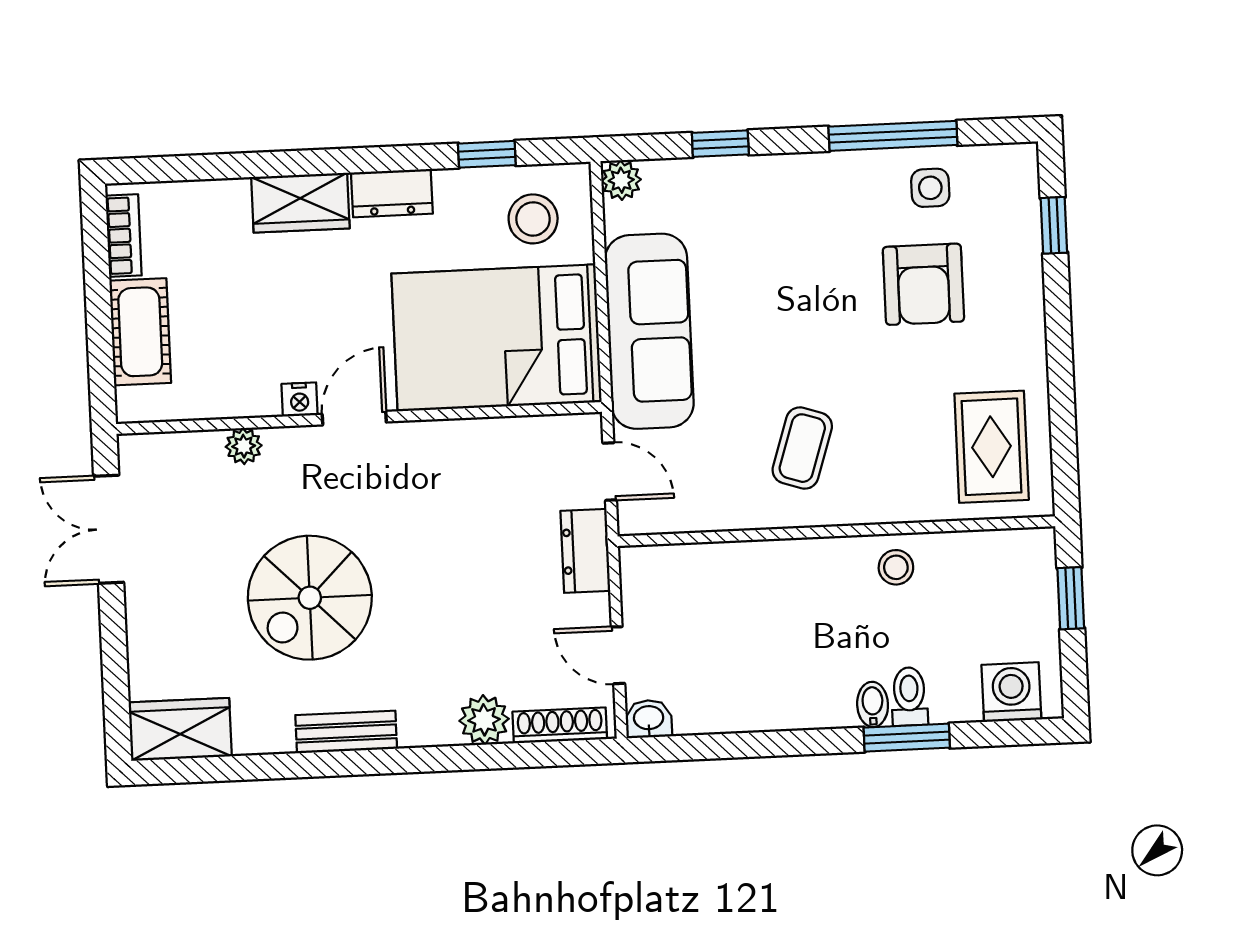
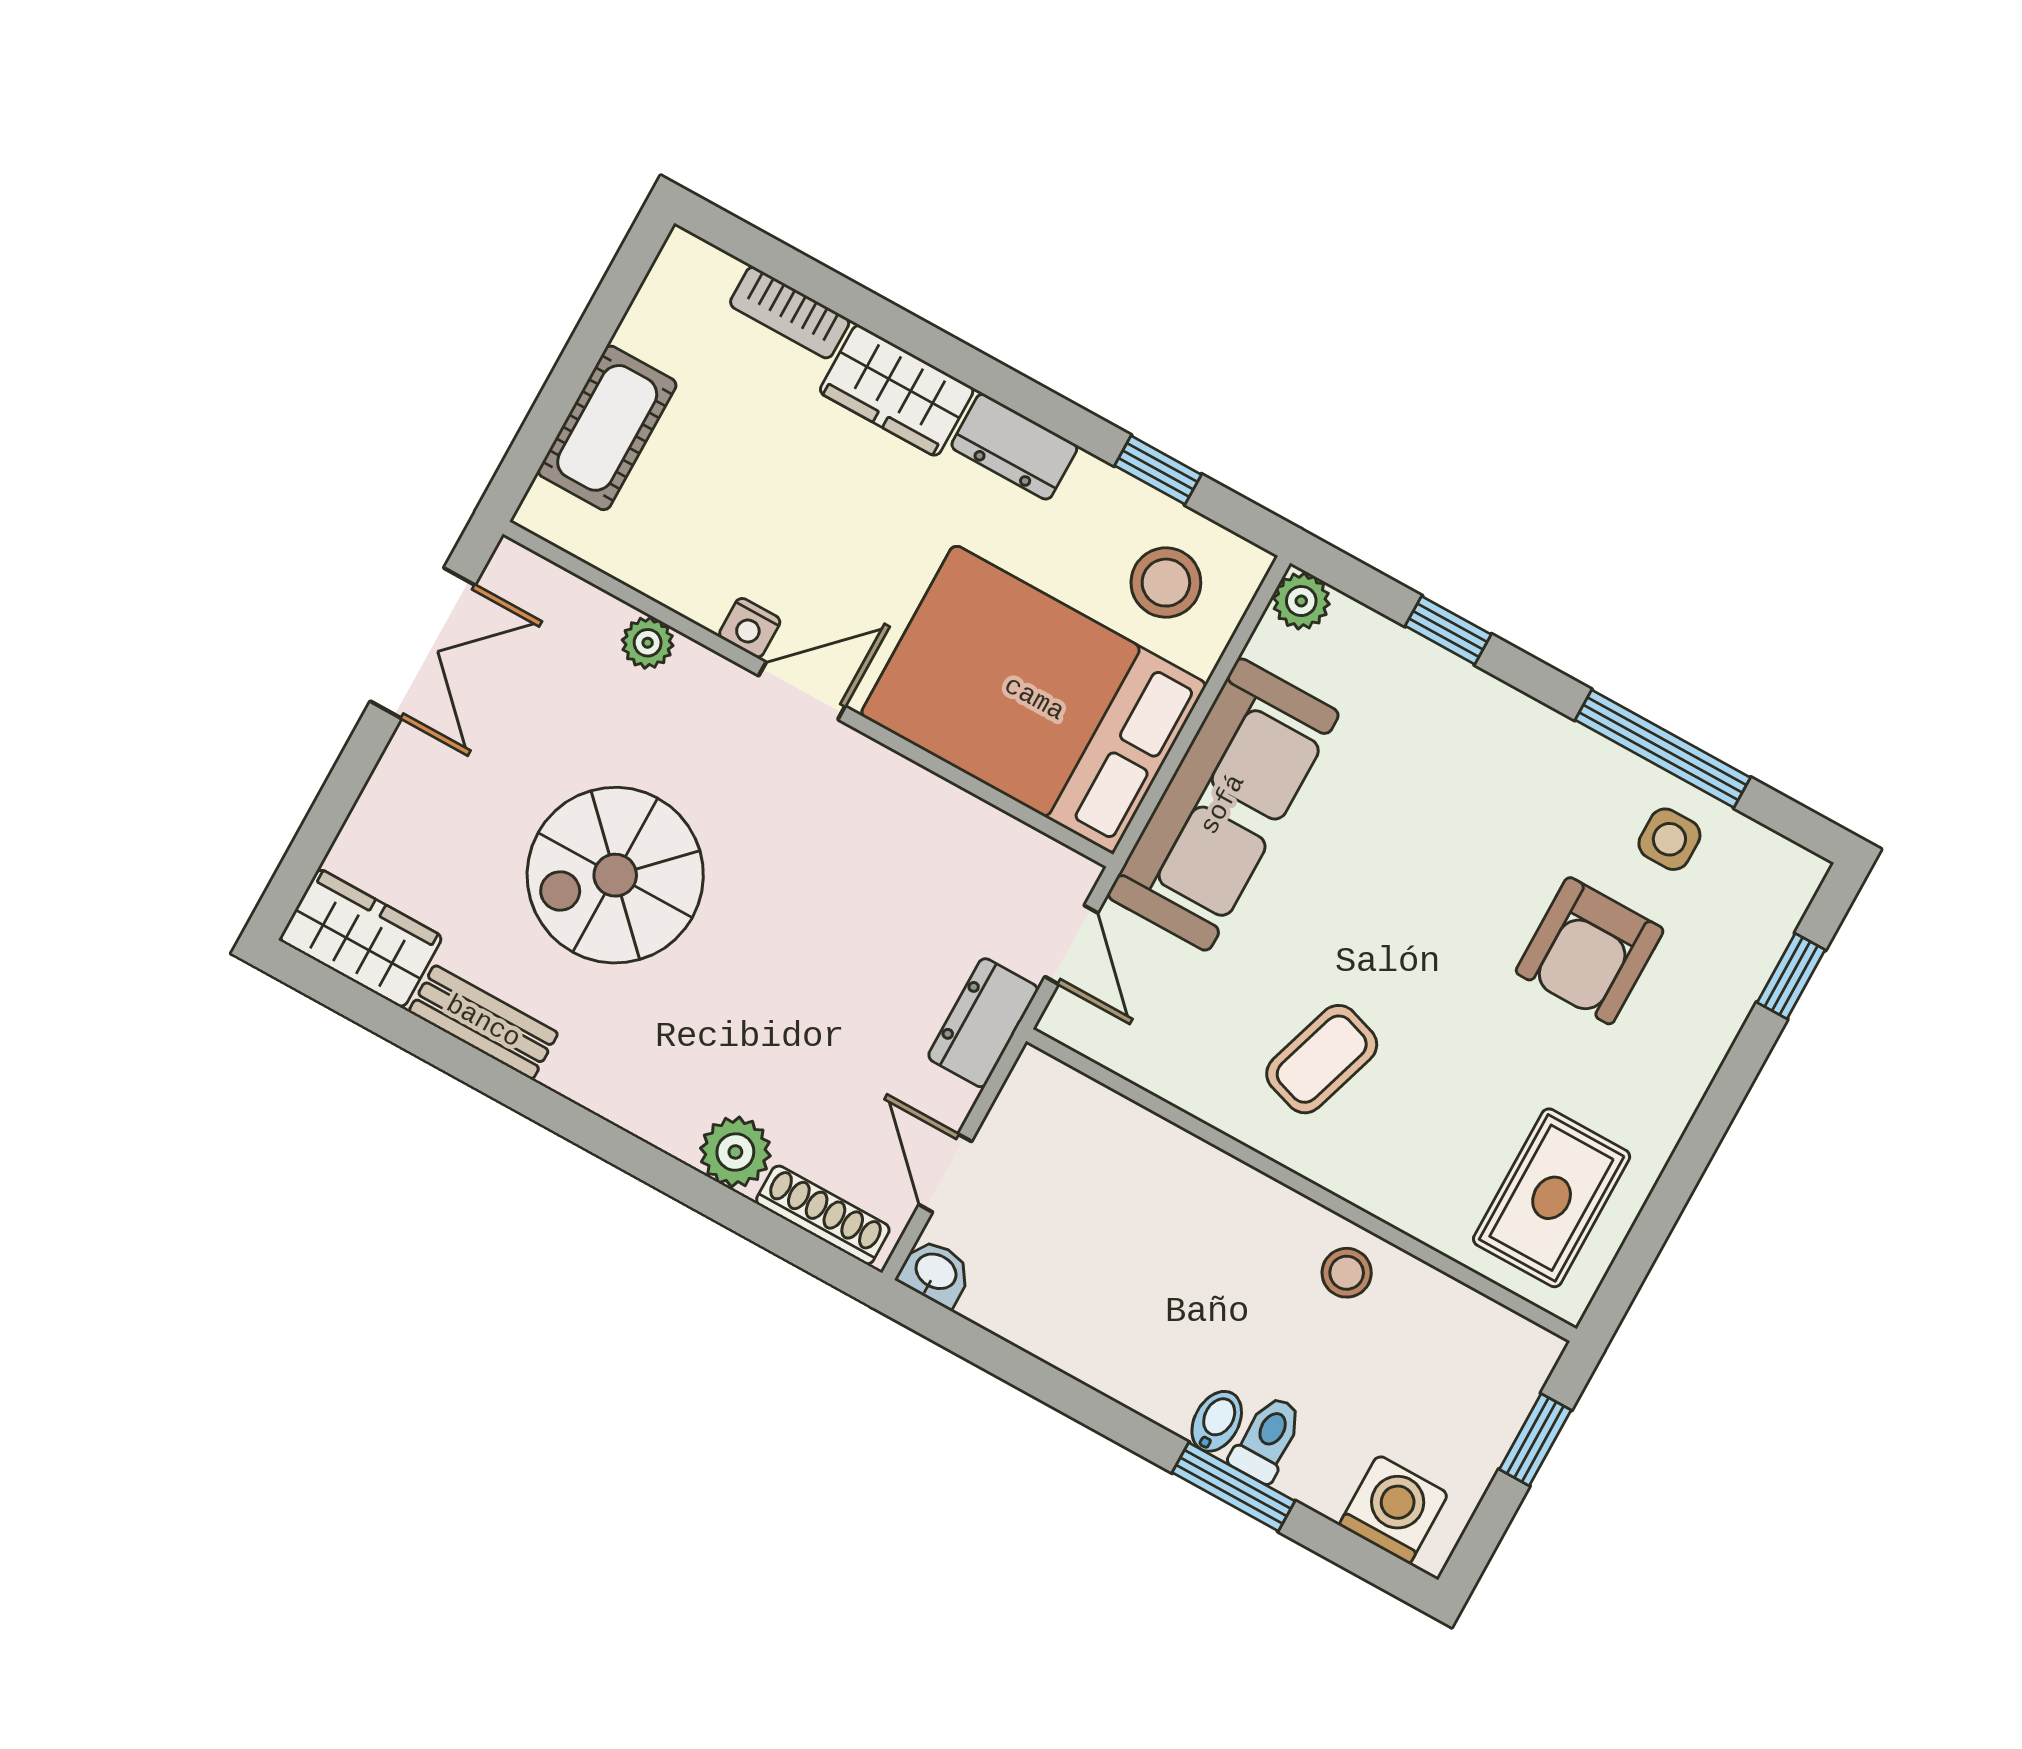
bookcase: (124, 236) -> (790, 313), moved, turned 90
double door: (109, 529) -> (423, 643), swing flipped
bench: (346, 732) -> (483, 1022), moved

